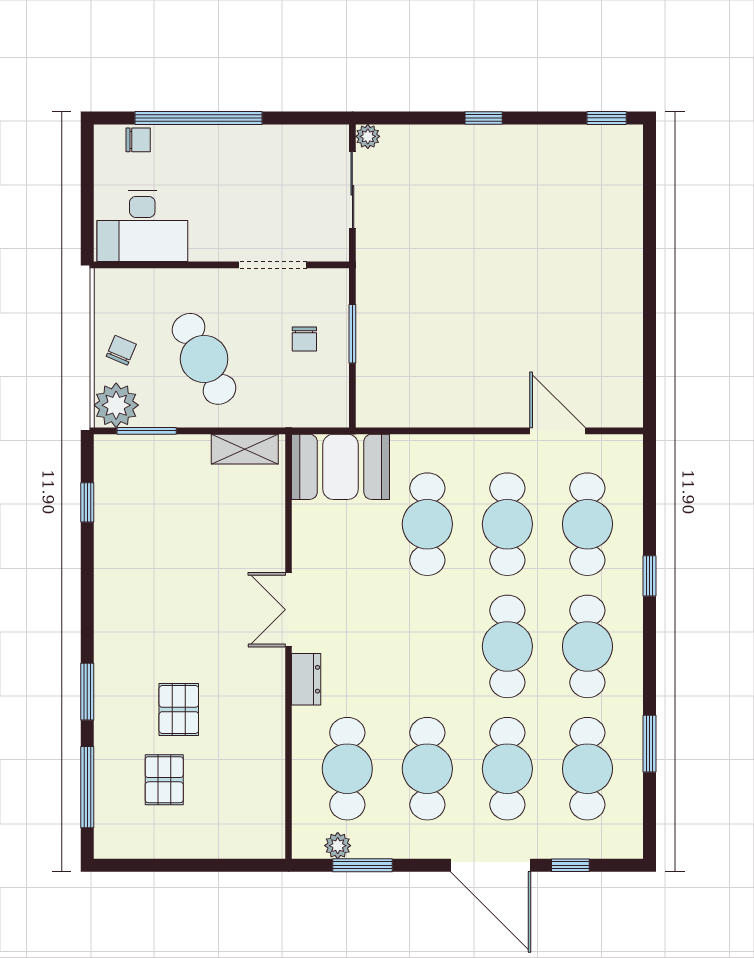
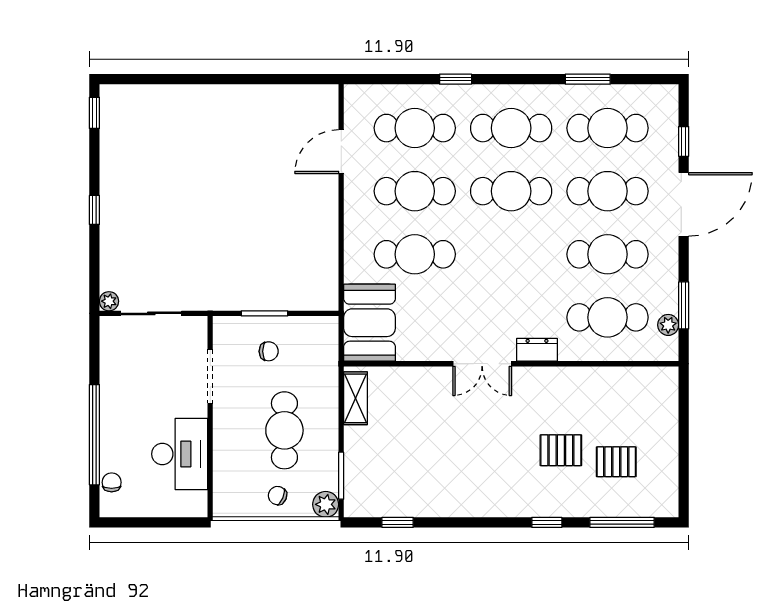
desk: (142, 226) -> (180, 454), moved
cafe table: (204, 359) -> (284, 430), turned -63
plant: (116, 405) -> (326, 504), width x0.73, depth x0.73
window: (87, 692) -> (547, 522), width x0.67

